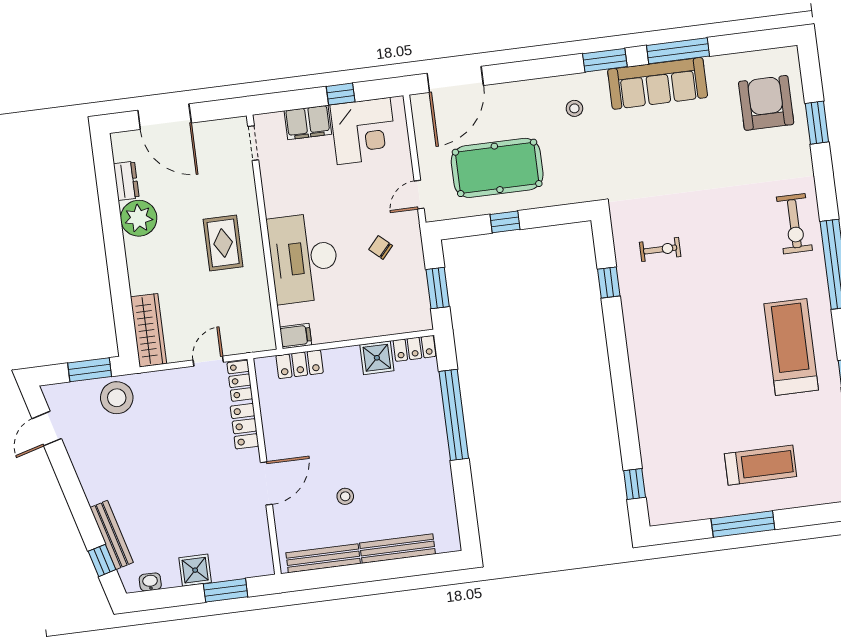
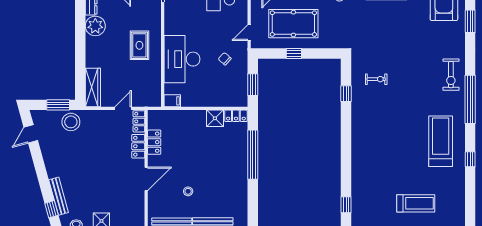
locker: (300, 364) -> (154, 142), moved, turned -90

